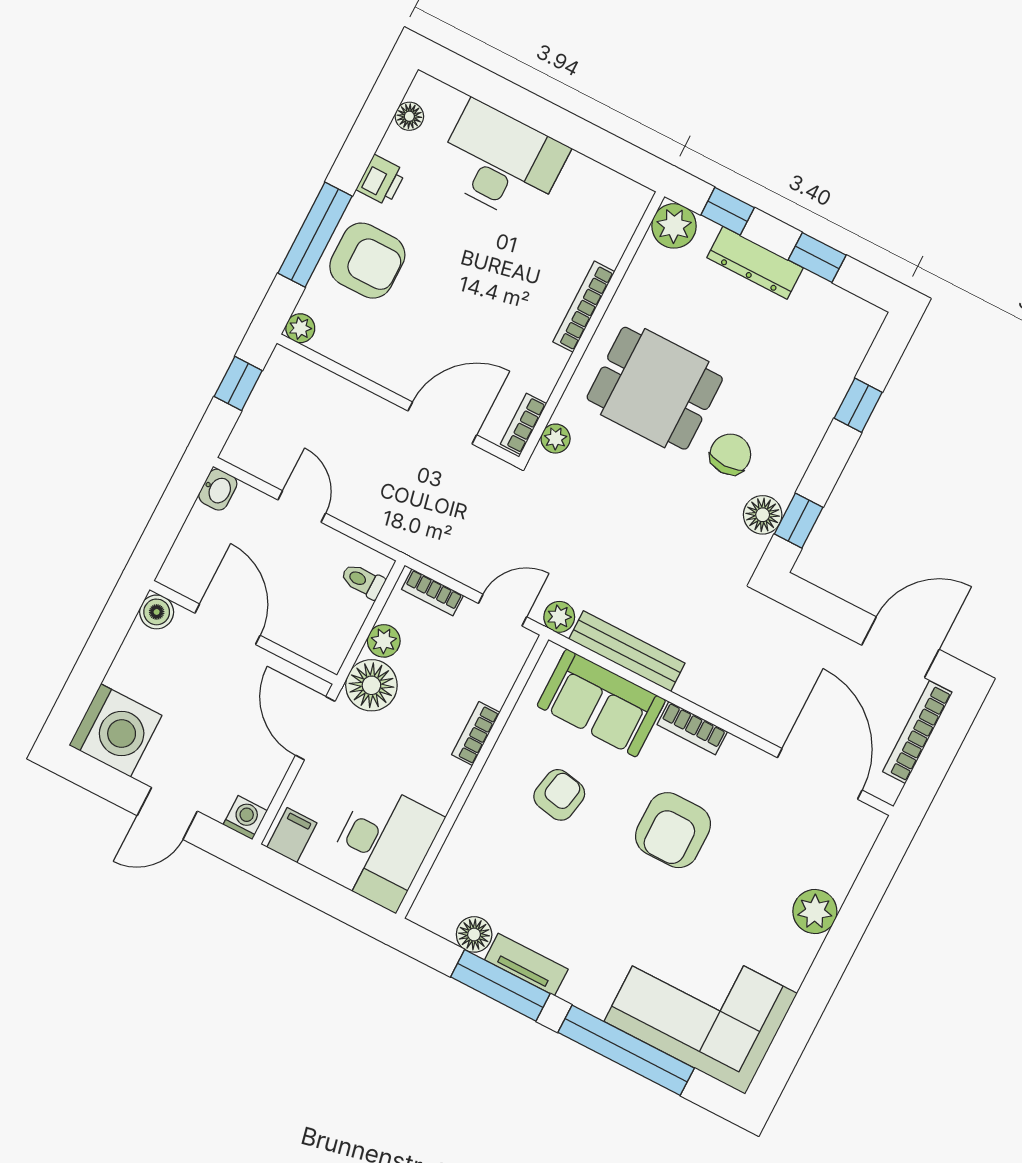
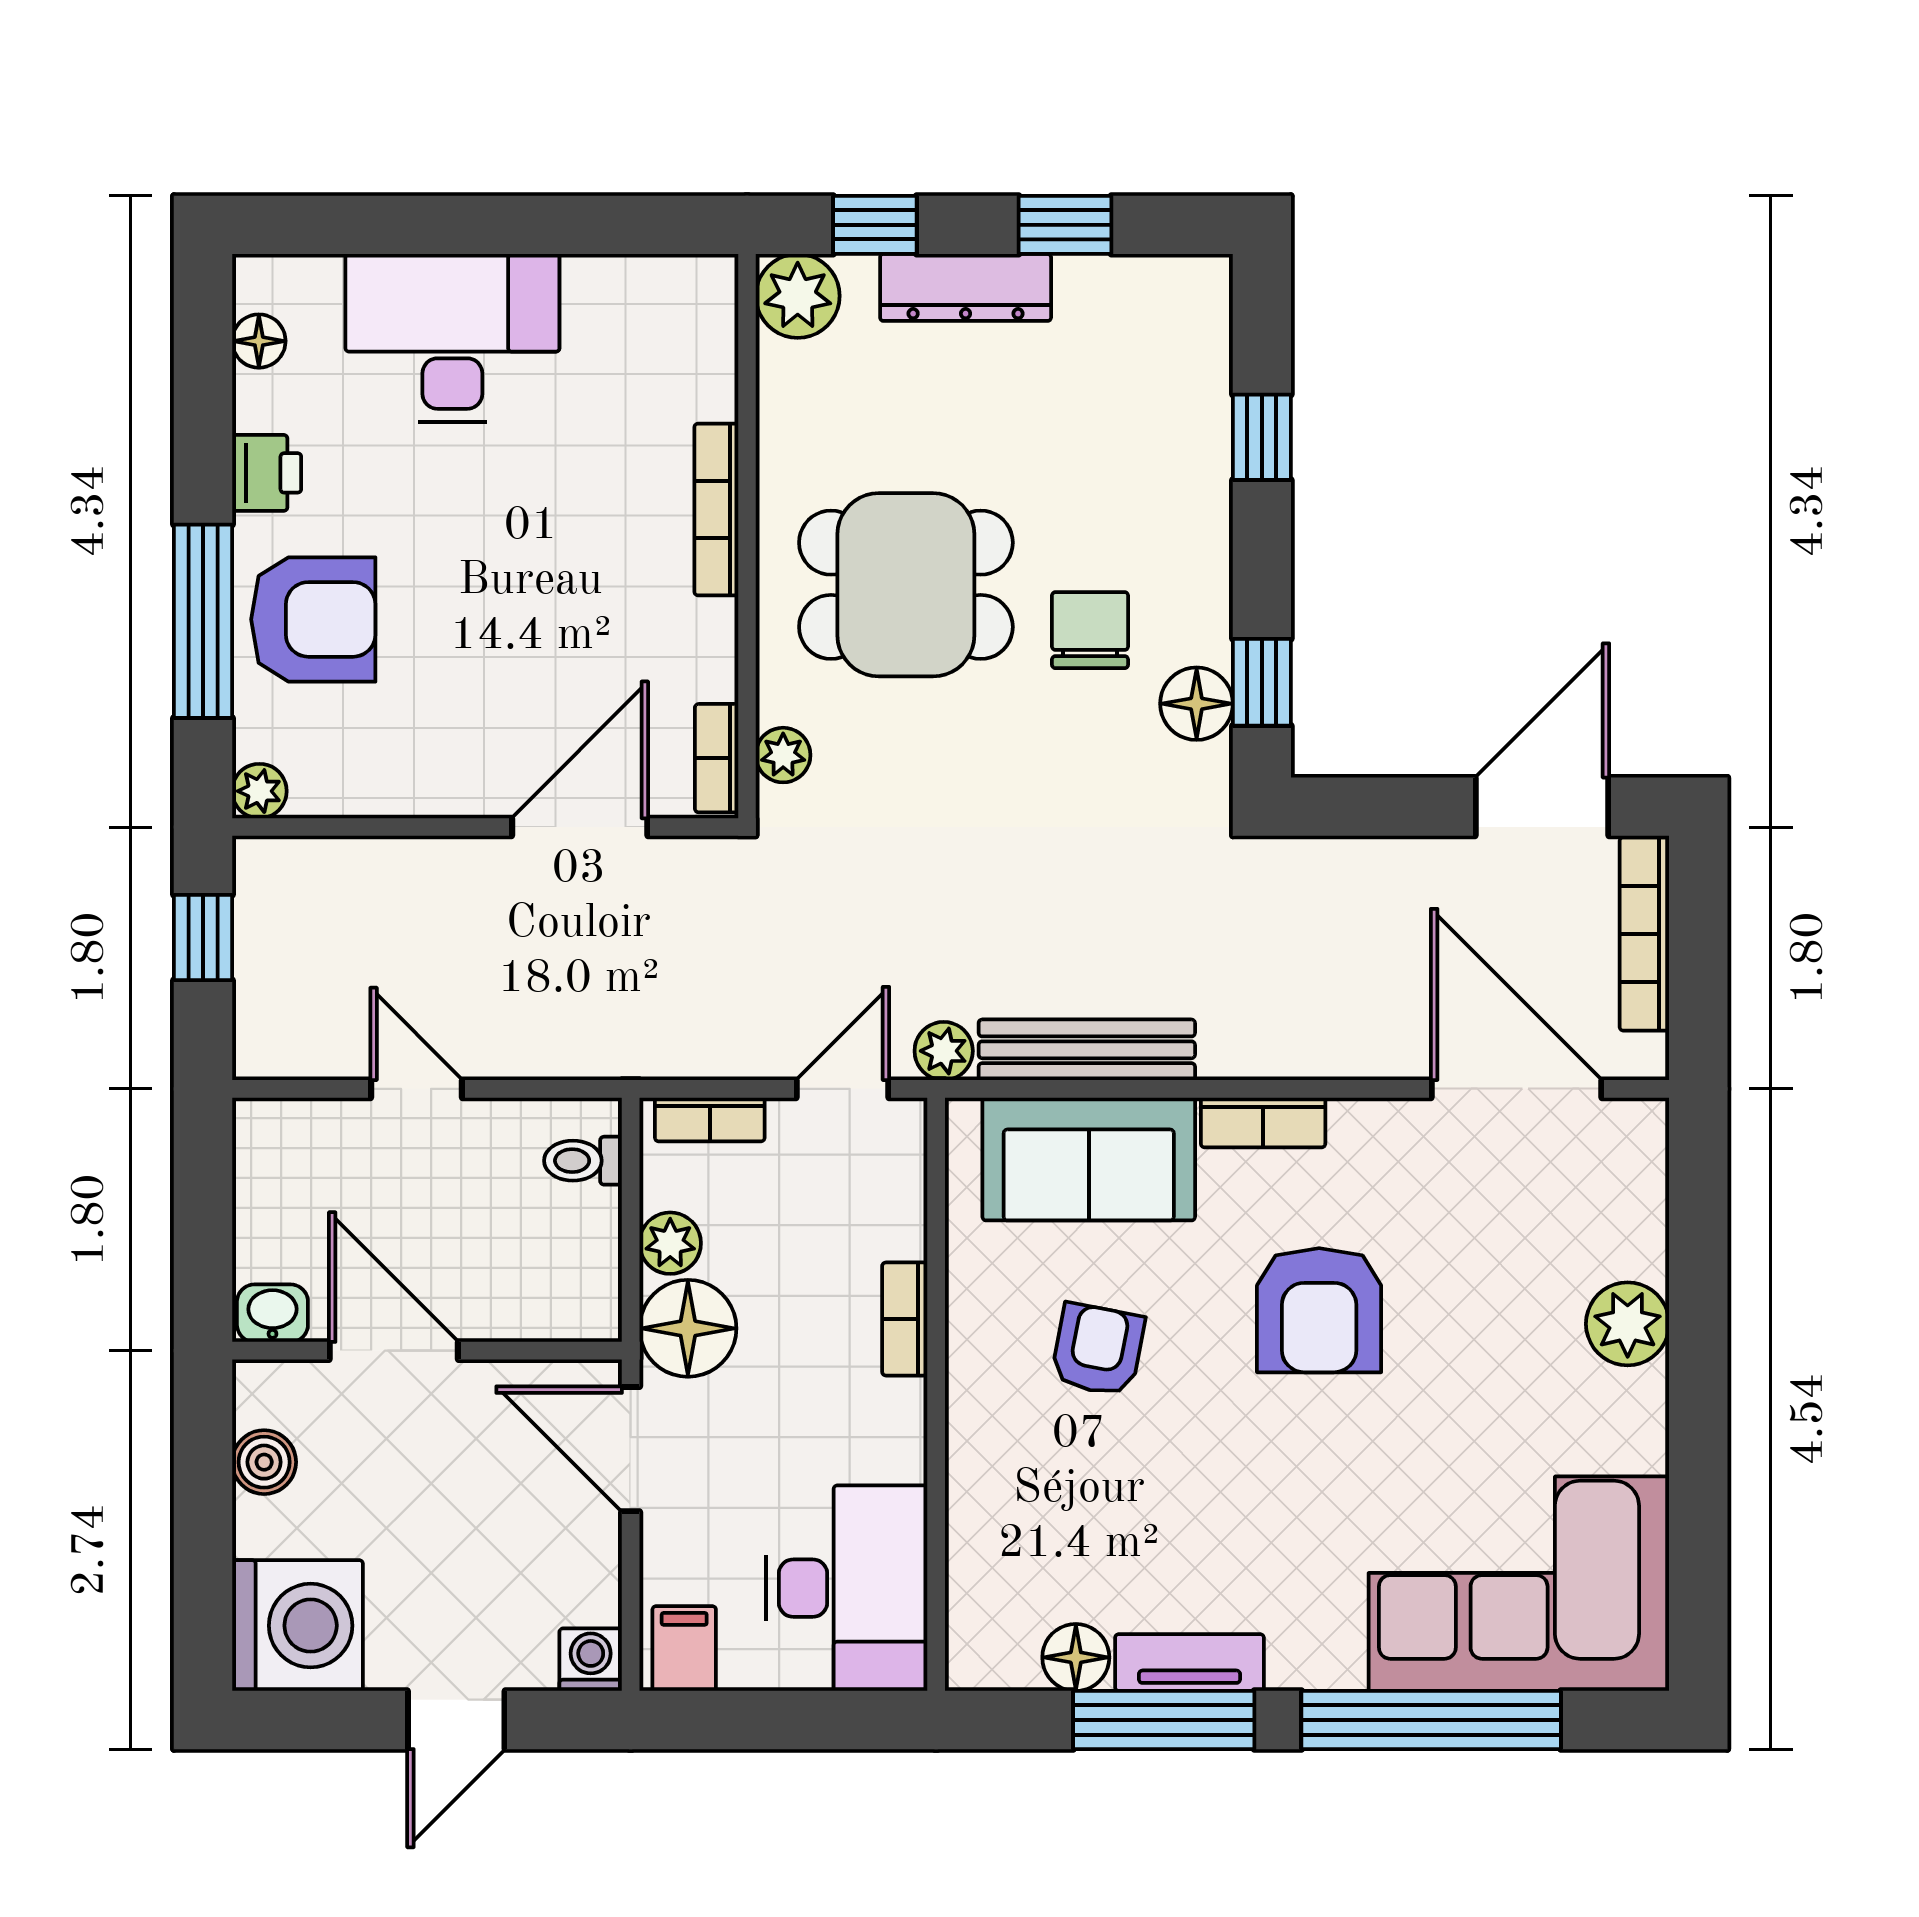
washbasin: (218, 490) -> (272, 1313), moved, turned -90
boiler: (157, 612) -> (264, 1462), moved

